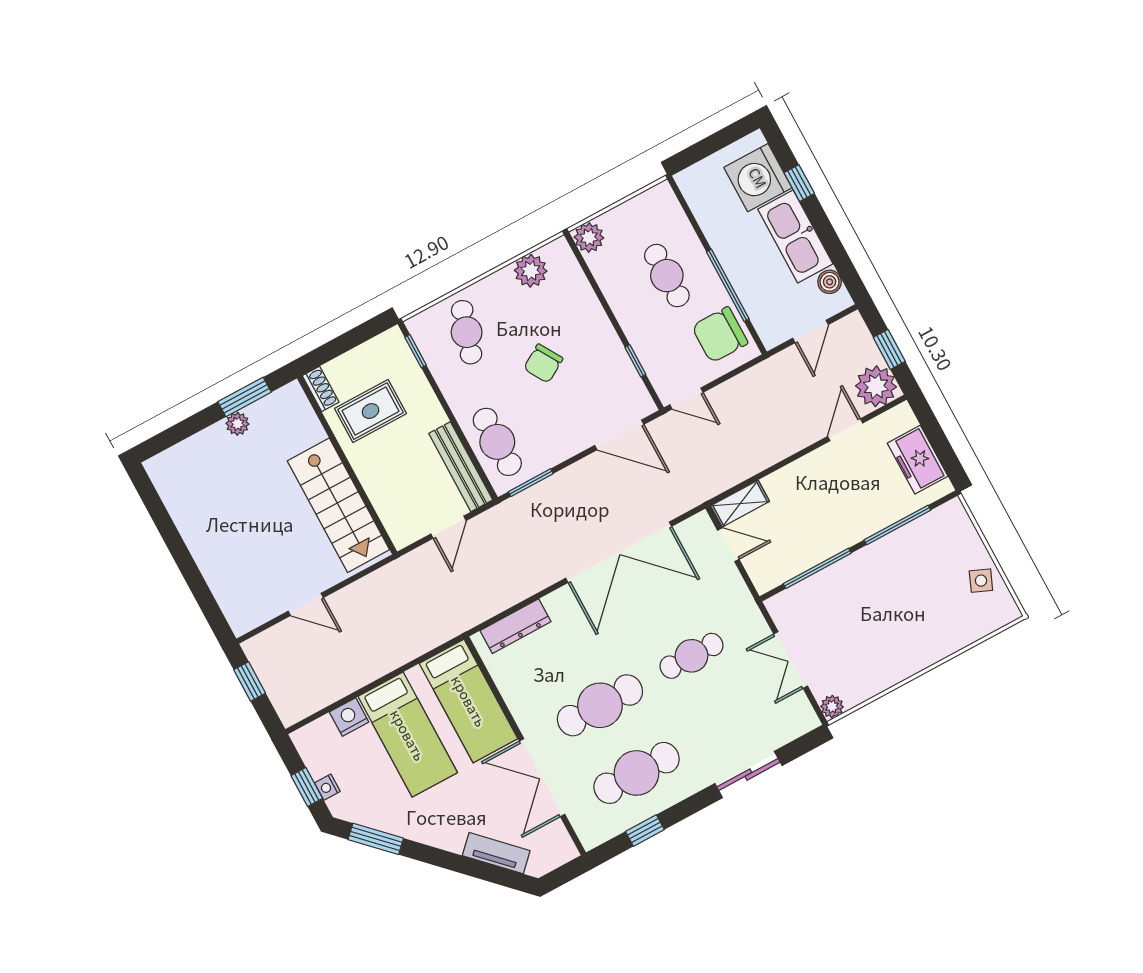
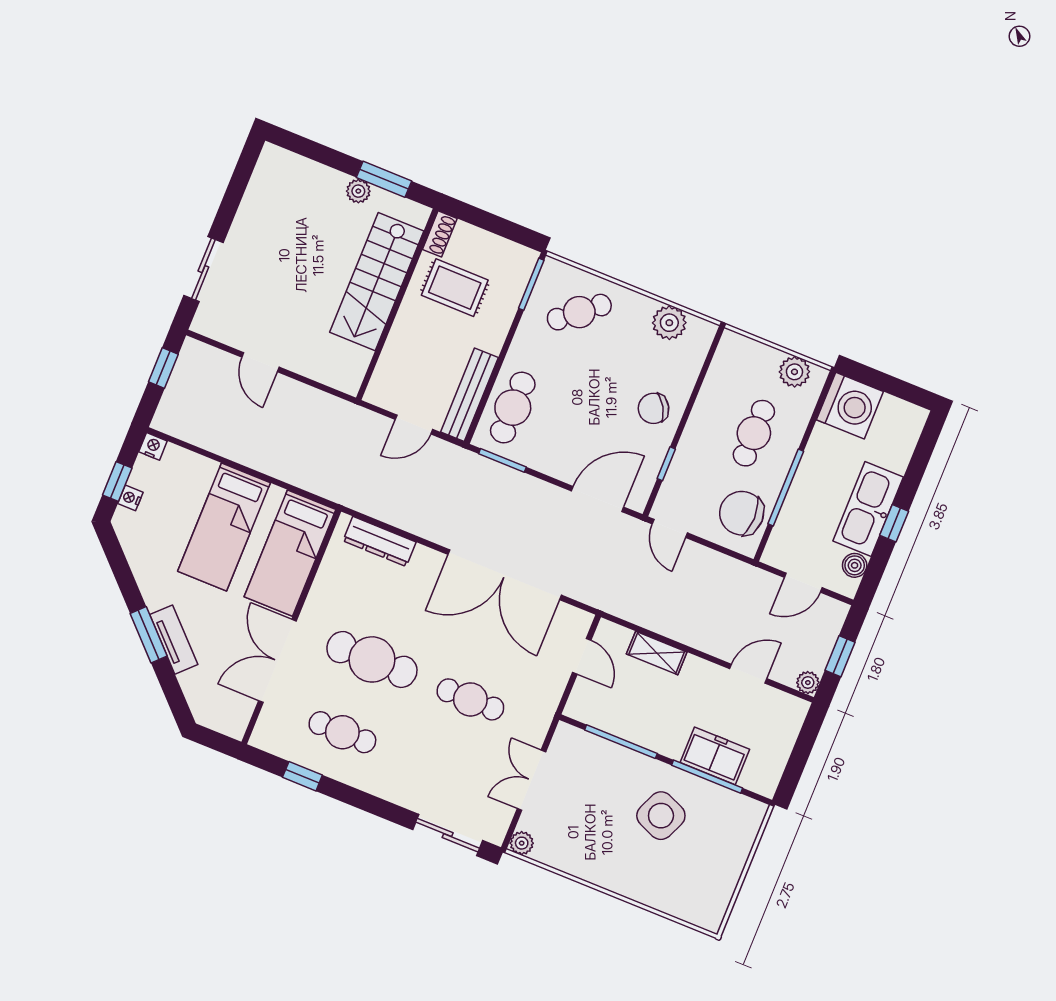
washing machine: (758, 178) -> (850, 406), moved, turned 180
window: (799, 183) -> (894, 523), moved
plant: (589, 237) -> (794, 372), moved
cafe table: (467, 332) -> (579, 312), turned 33
window: (416, 351) -> (531, 284), width x1.50
chair: (543, 363) -> (654, 408), moved
plant: (876, 386) -> (808, 683), width x0.53, depth x0.53
door: (619, 435) -> (598, 499), swing flipped
freezer: (918, 460) -> (715, 756), moved, turned 90
shelving: (740, 504) -> (657, 653), moved
stairs: (338, 505) -> (377, 282), moved
side table: (981, 581) -> (661, 816), moved, width x1.87, depth x1.87
sliding door: (200, 589) -> (203, 269), added
nightstand: (349, 717) -> (153, 446), moved, width x0.72, depth x0.74
cafe table: (637, 773) -> (342, 732), width x0.73, depth x0.74
sliding door: (748, 775) -> (448, 835), moved
window: (376, 839) -> (149, 635), moved
tv unit: (496, 853) -> (174, 640), moved

